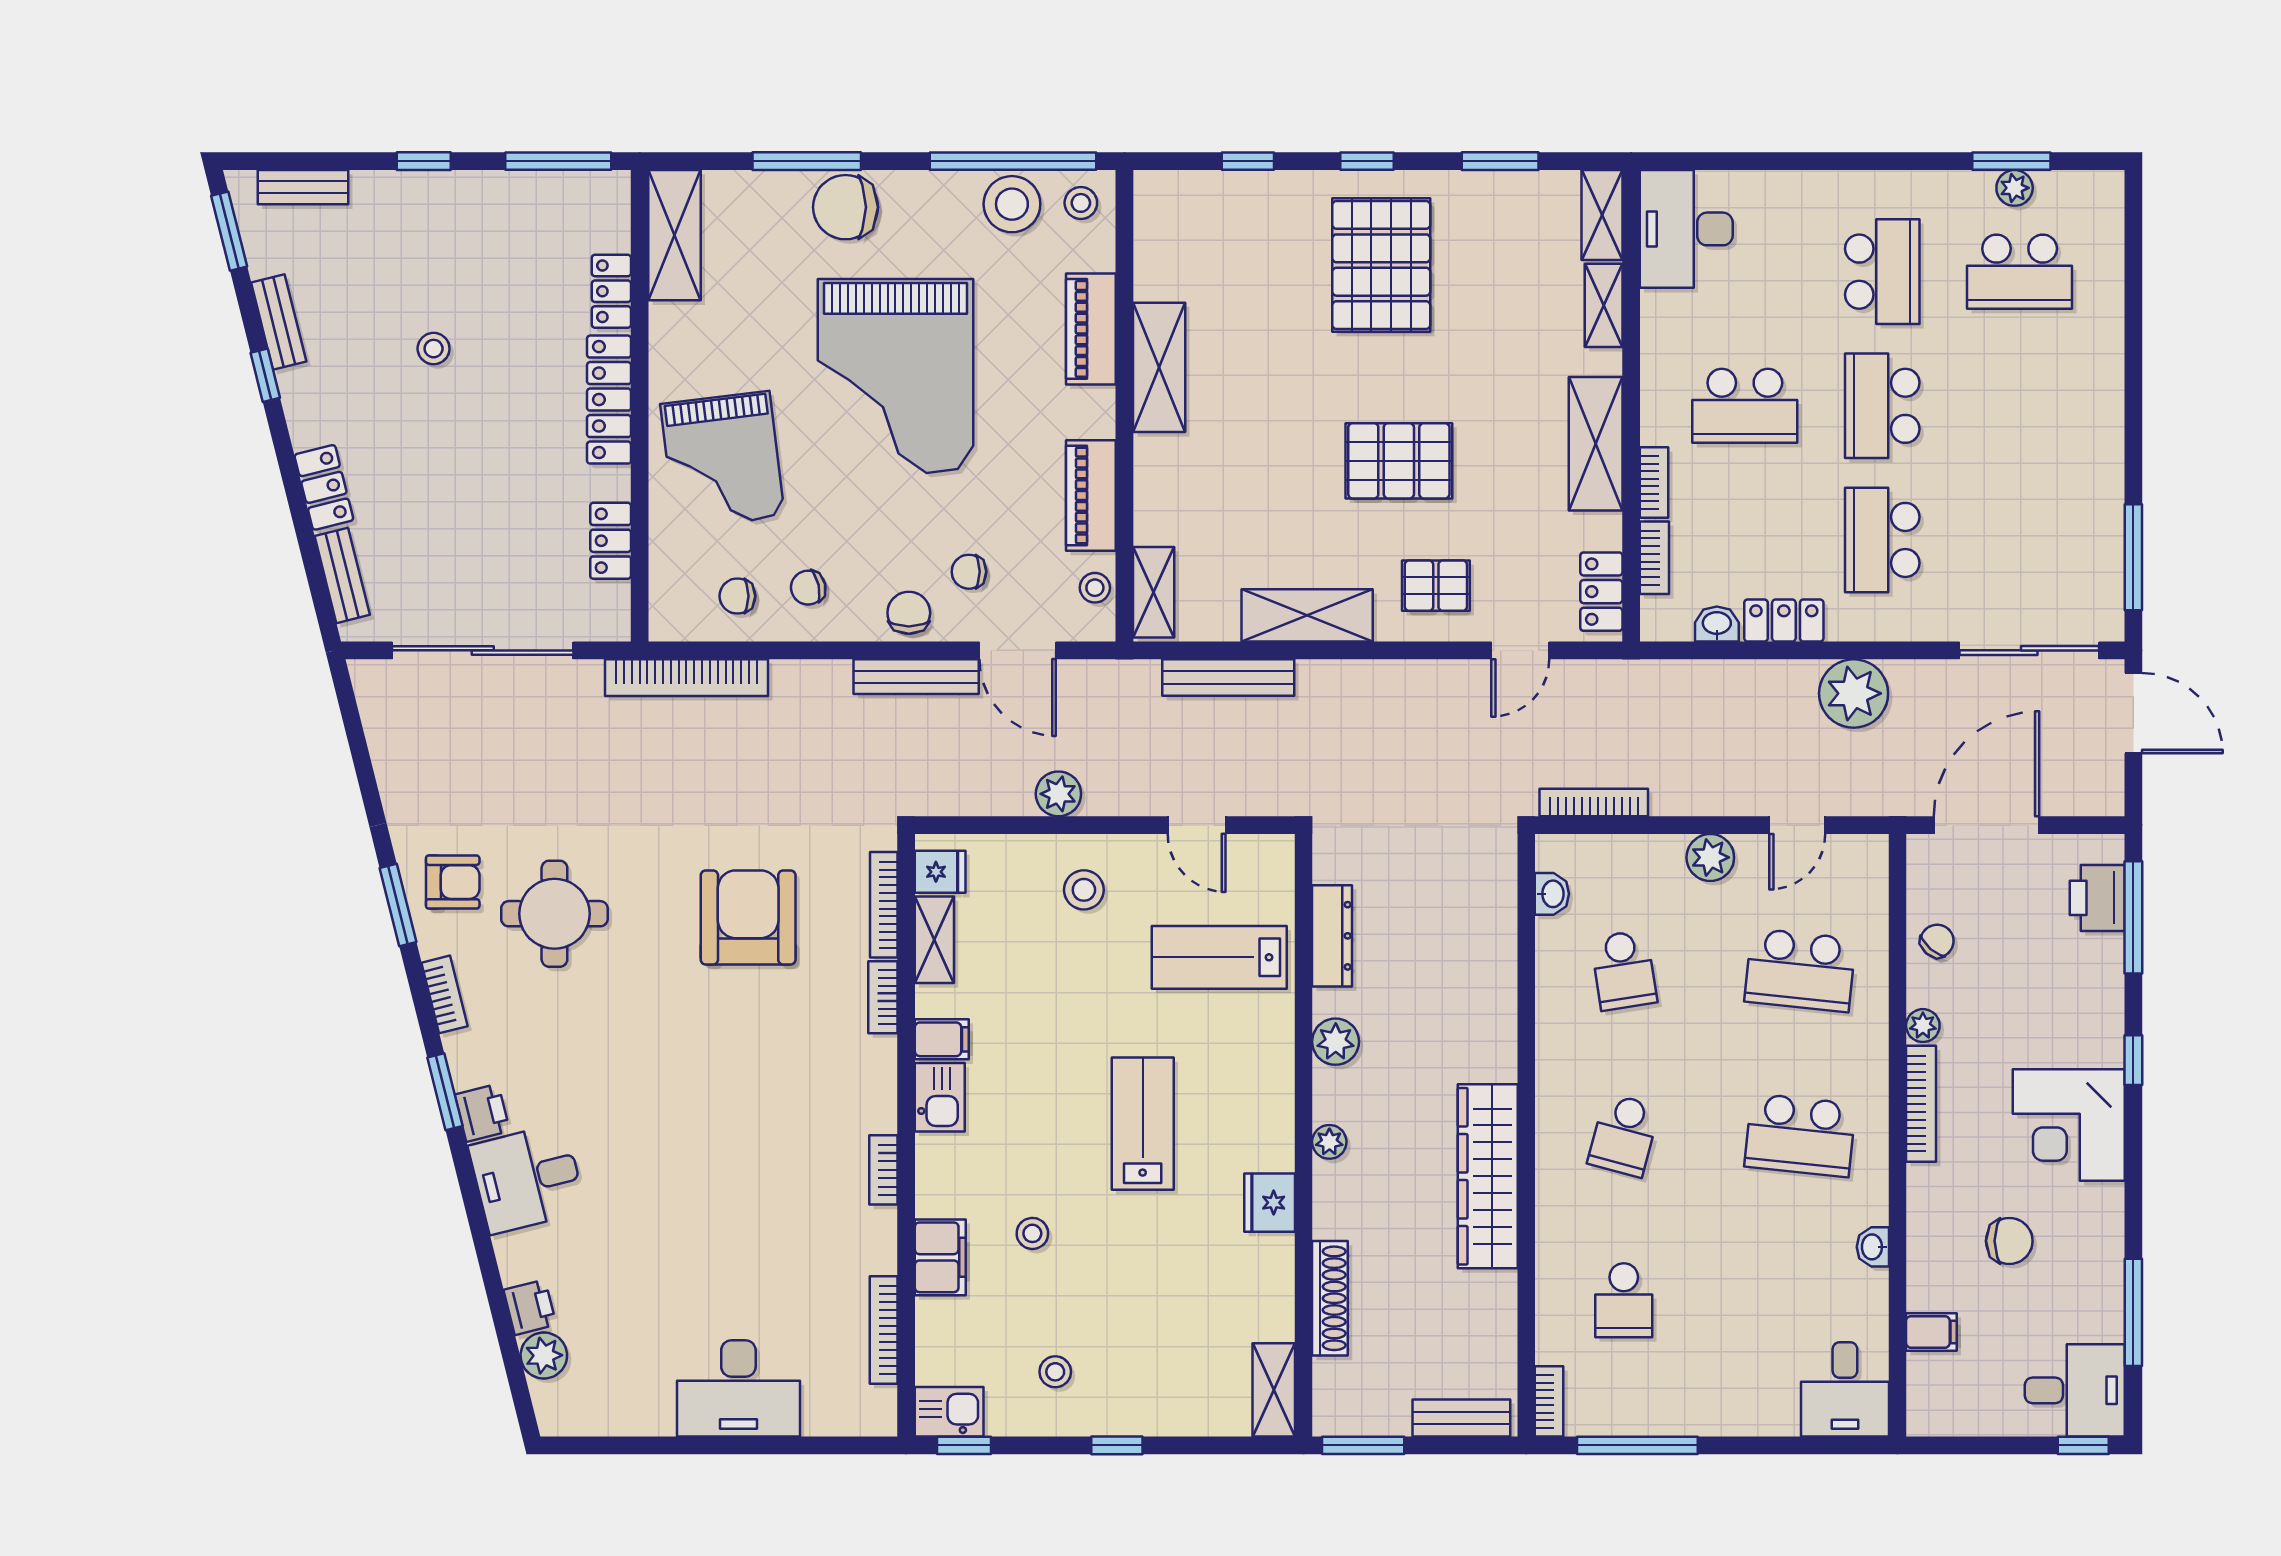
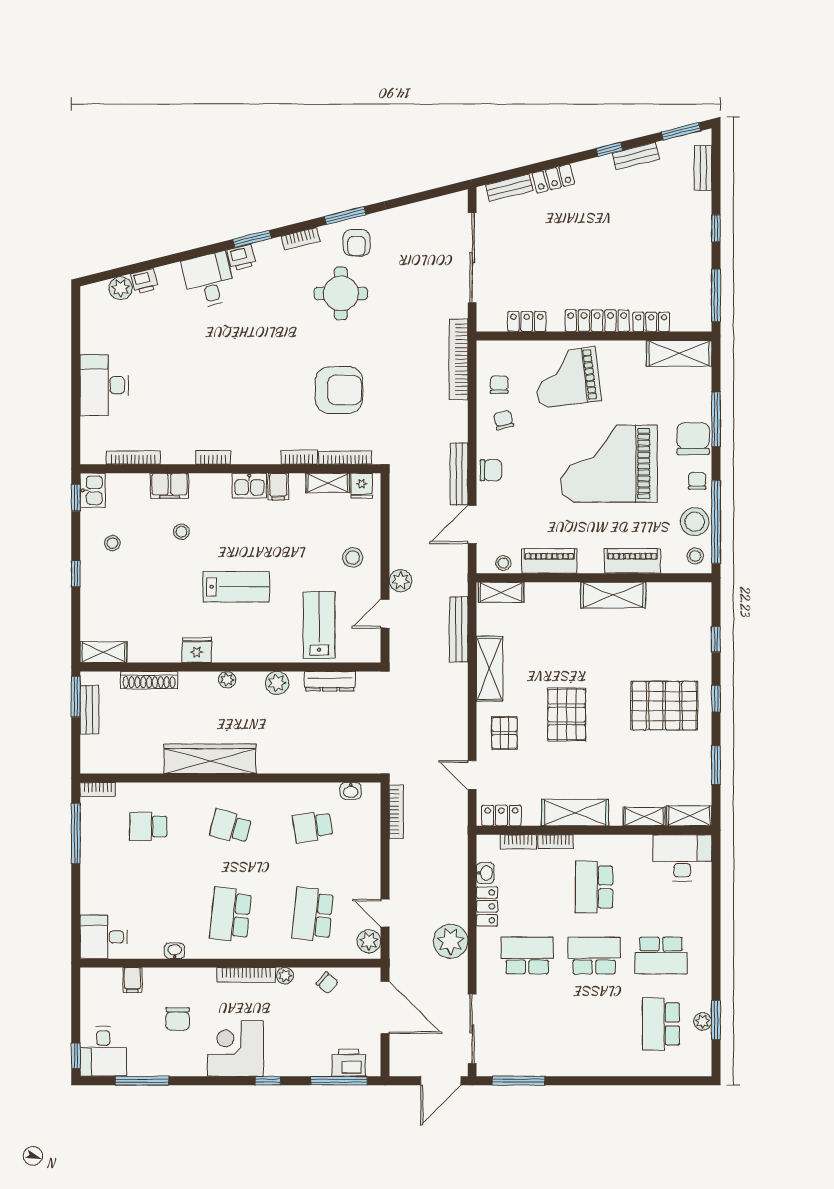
stool: (434, 349) -> (623, 233), removed
chair: (969, 572) -> (697, 481), moved
plant: (1058, 794) -> (401, 581), moved
plant: (1710, 857) -> (369, 941), moved
bench: (1461, 1418) -> (89, 710), moved

